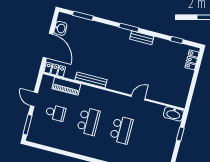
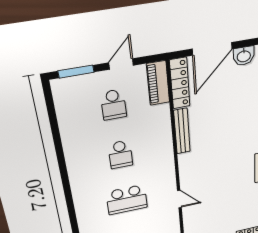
locker: (55, 70) -> (180, 83), width x1.53
piano: (66, 86) -> (158, 83), moved
school desk: (88, 121) -> (120, 154), width x0.54

